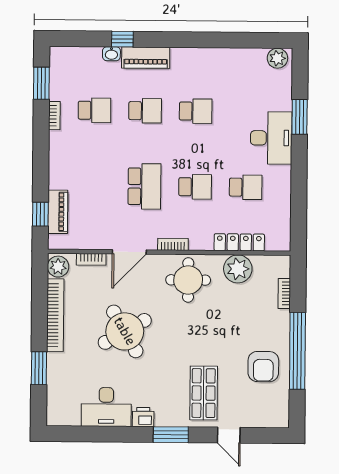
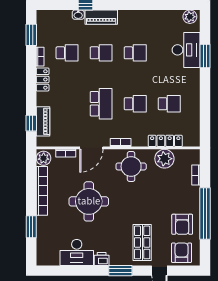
desk: (271, 138) -> (186, 50), moved
locker: (58, 150) -> (43, 79), added
round table: (125, 331) -> (89, 201), turned 30
armchair: (262, 409) -> (182, 253), added

